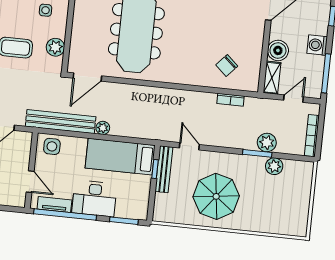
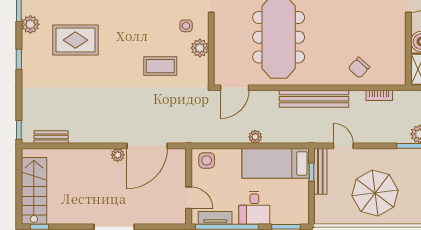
plant: (55, 47) -> (200, 48), moved
chair: (227, 66) -> (359, 68), moved
bench: (61, 122) -> (314, 99), moved
desk: (94, 198) -> (254, 208), width x0.73

